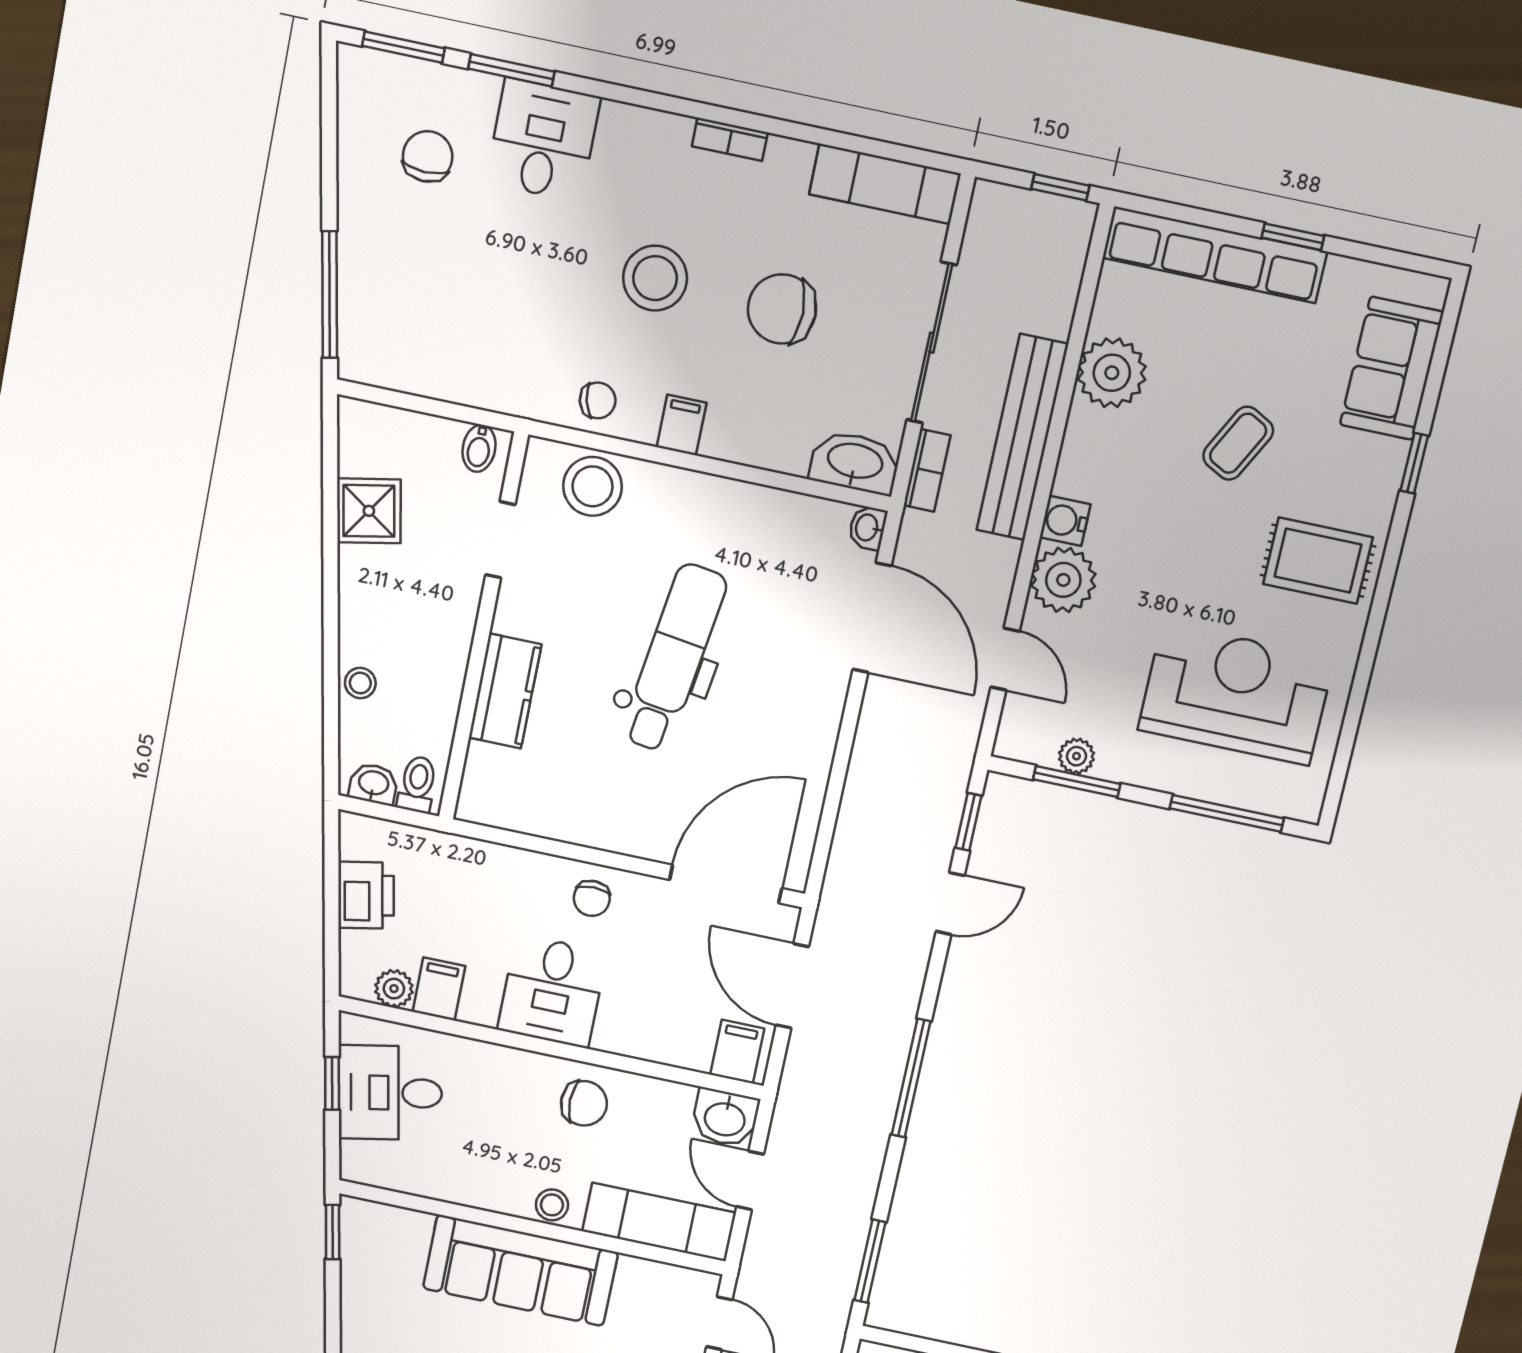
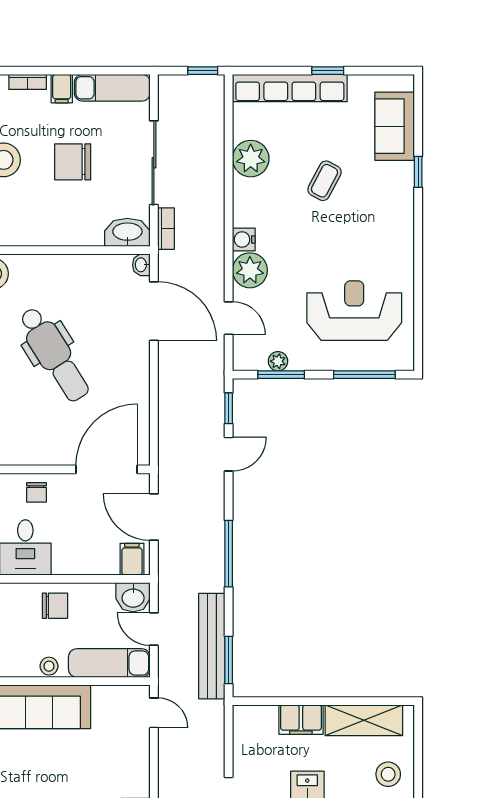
filing cabinet: (682, 425) -> (62, 89), moved, turned 180
bench: (1022, 437) -> (212, 646), moved
rug: (1318, 561) -> (380, 232), removed
dental chair: (674, 658) -> (54, 354), turned 140

